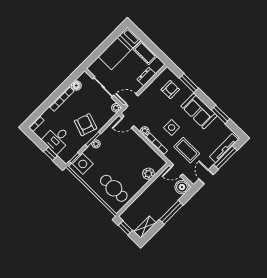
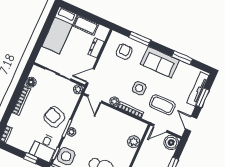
door: (128, 122) -> (95, 99), hinge flipped
desk: (57, 139) -> (44, 147), moved
window: (225, 158) -> (203, 98), width x0.69

